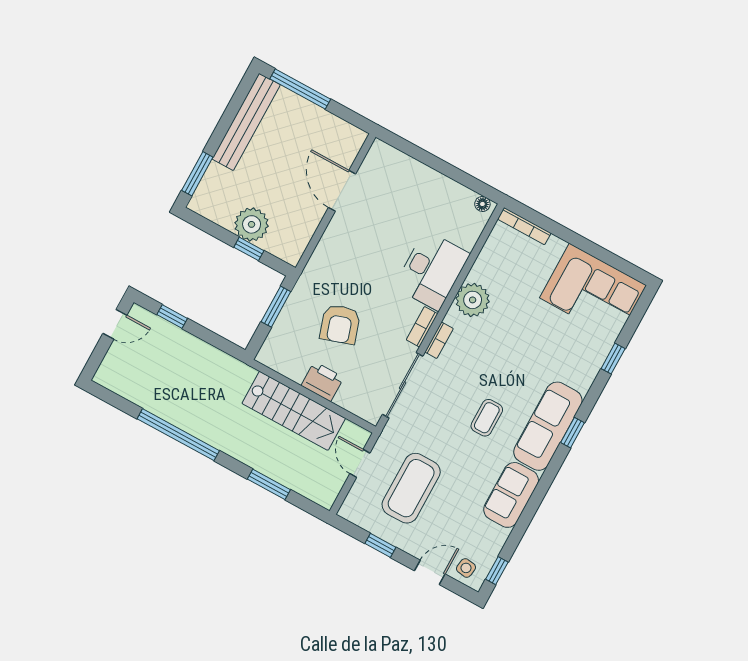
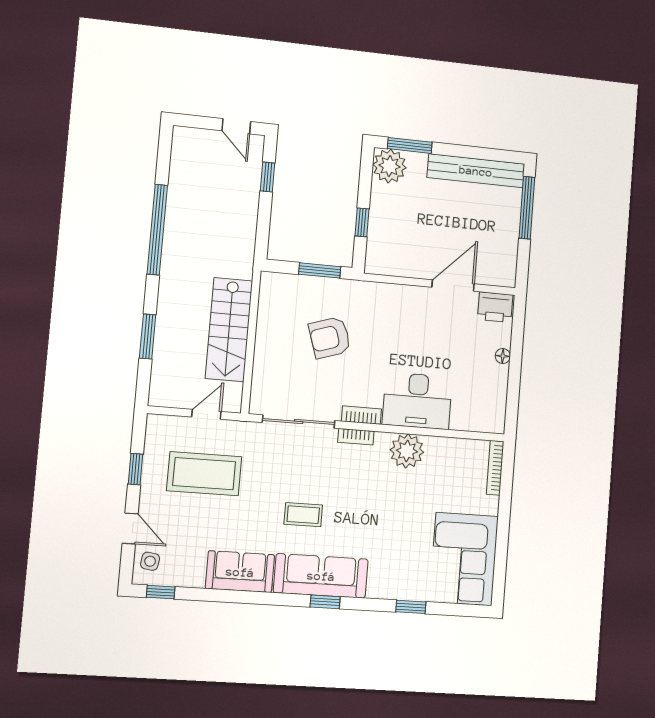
floor lamp: (482, 204) -> (503, 356), moved
plant: (252, 224) -> (390, 166), moved
printer: (322, 382) -> (495, 307), moved, turned 90

